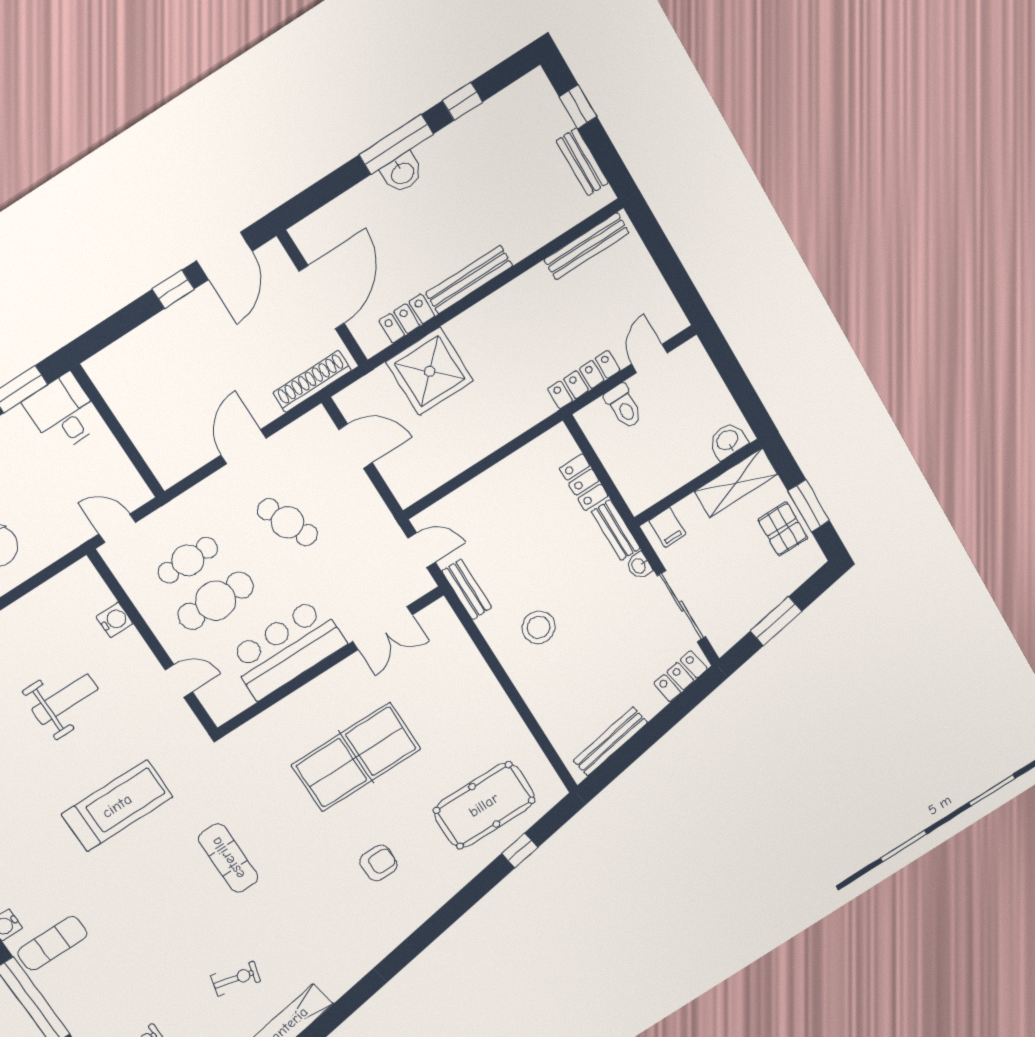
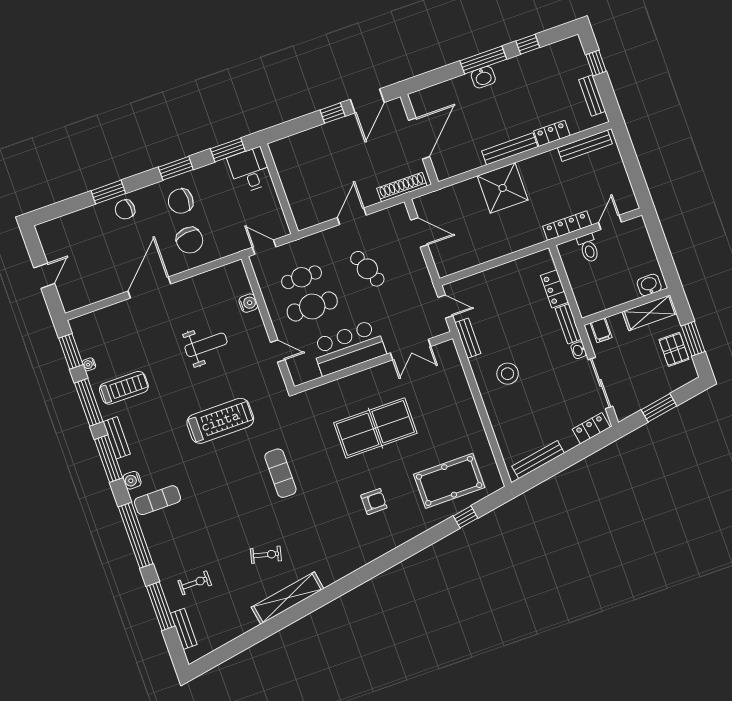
locker: (407, 319) -> (552, 133), moved
shower: (430, 371) -> (503, 188), moved

